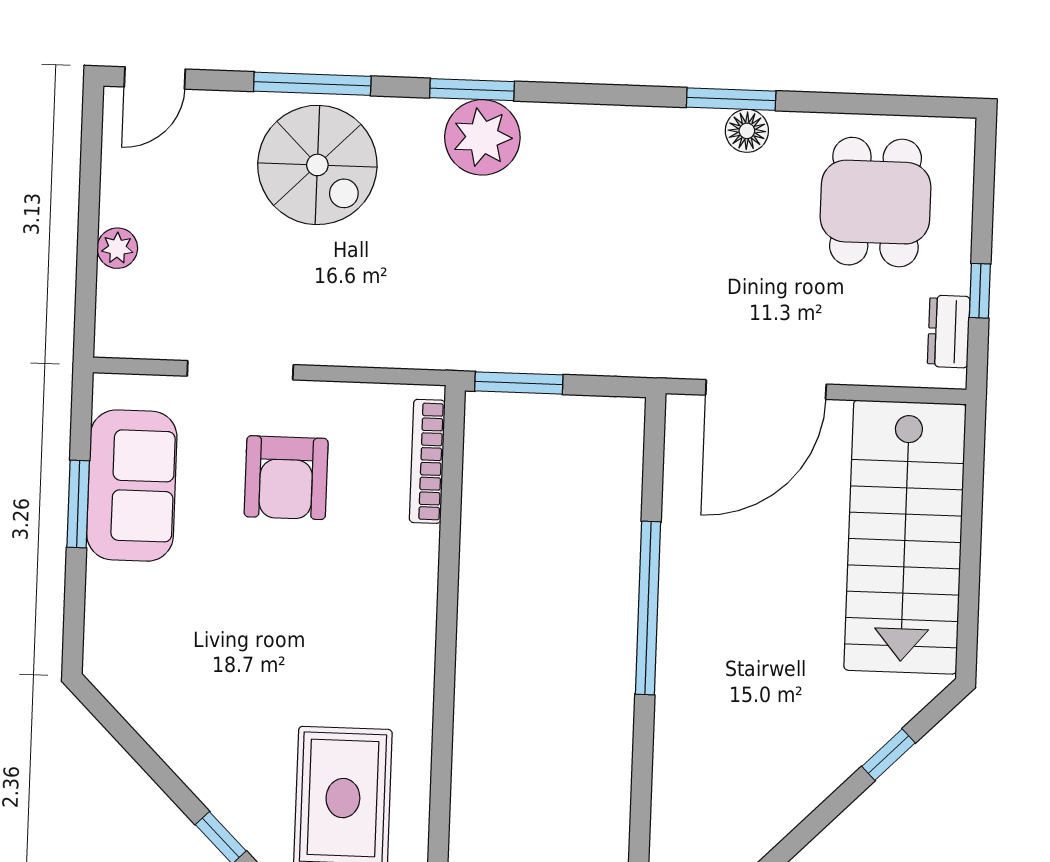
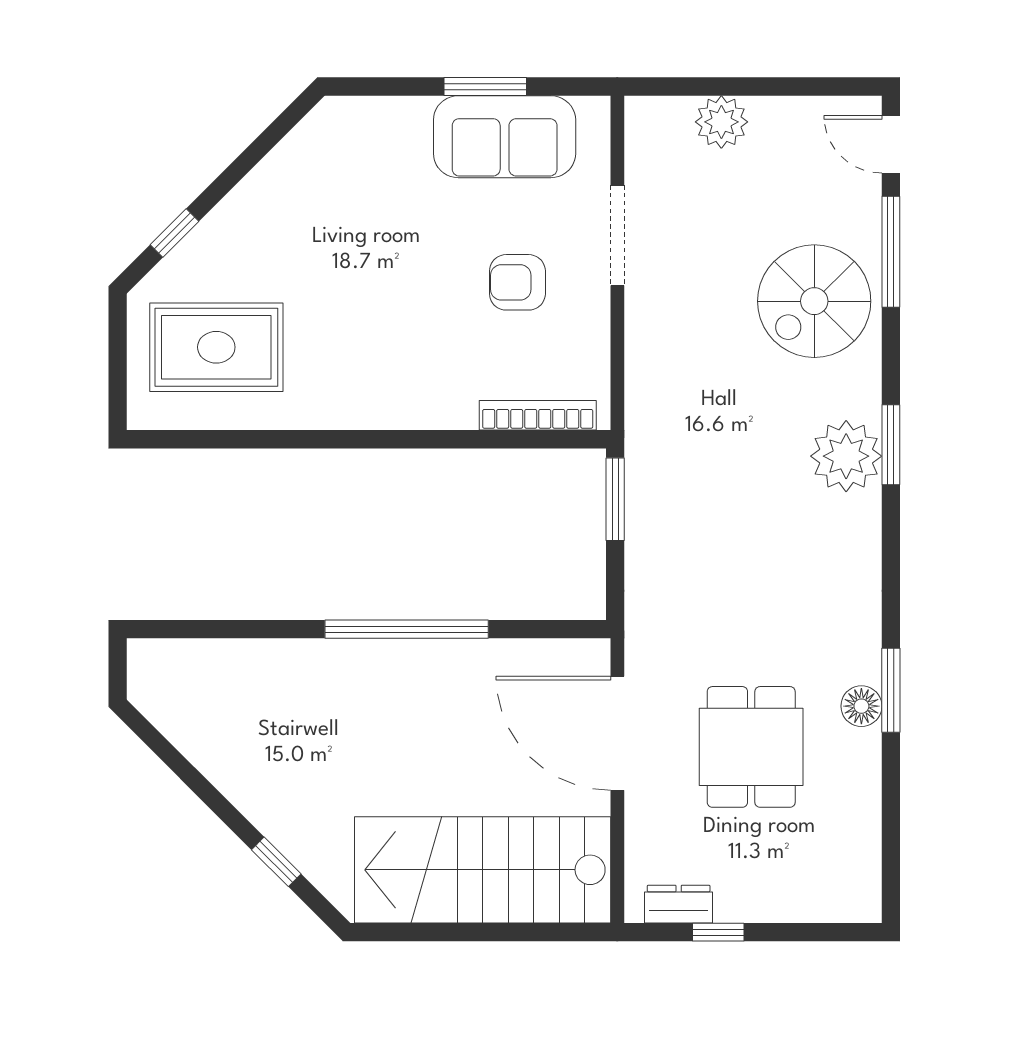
window: (312, 84) -> (891, 252), moved
dining table: (875, 202) -> (751, 747), moved, turned 90
plant: (117, 248) -> (721, 122), width x1.38, depth x1.38
armchair: (286, 478) -> (517, 282), width x0.72, depth x0.72

